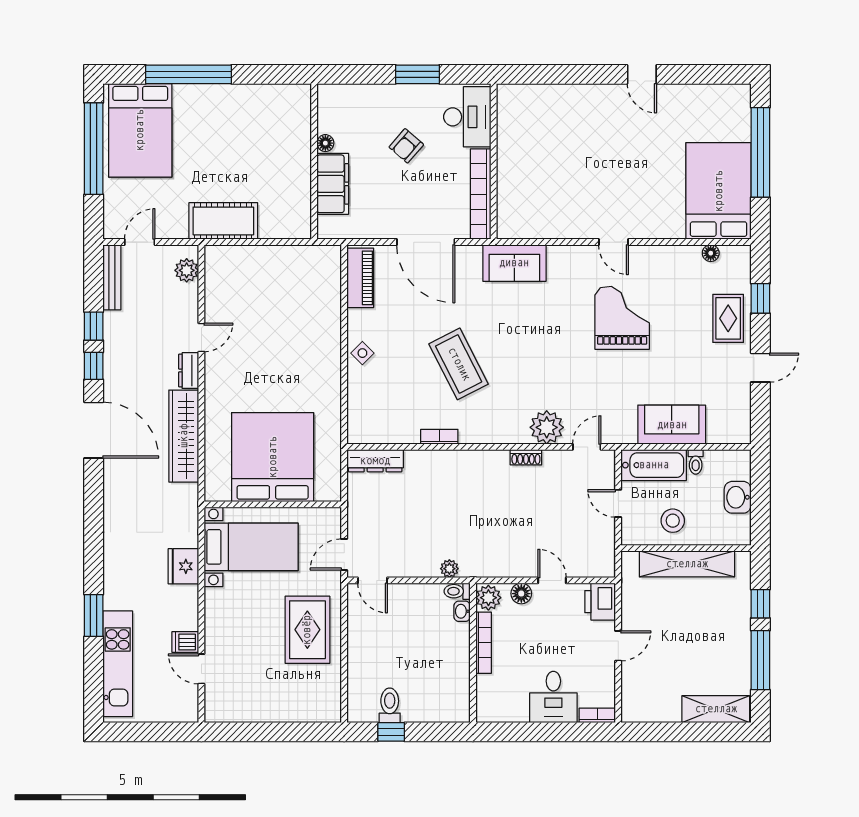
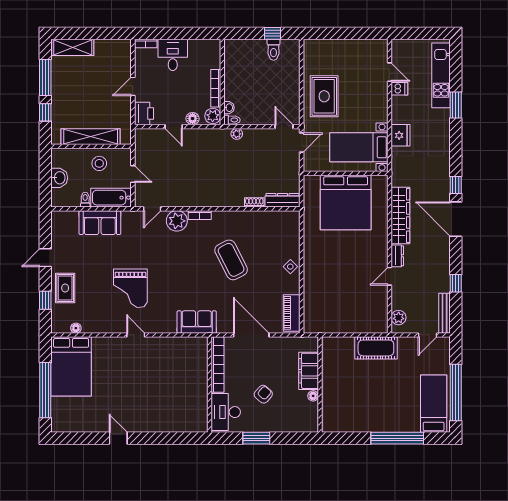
bed: (140, 130) -> (434, 404), width x0.67
window: (94, 366) -> (456, 185), moved
bookcase: (439, 437) -> (200, 215), moved
shoe rack: (526, 457) -> (254, 202), moved

